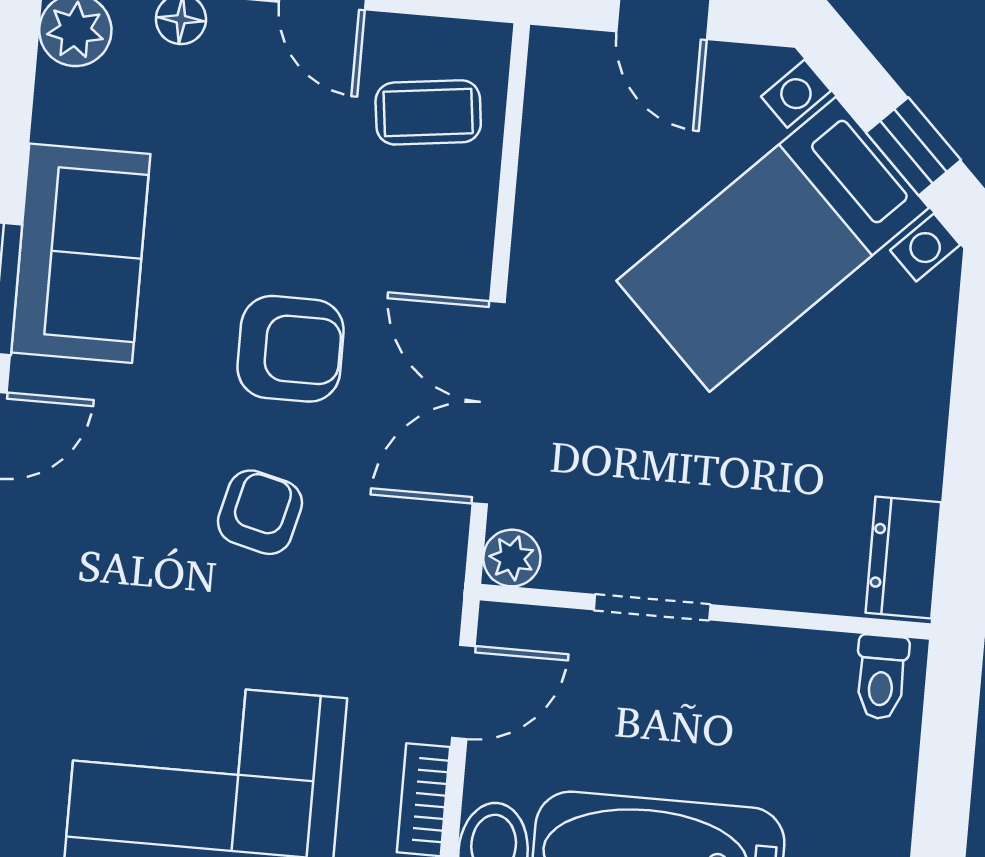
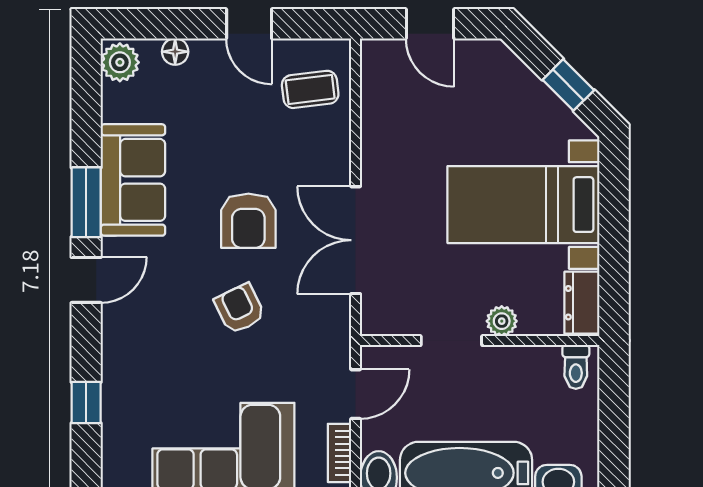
bed with nightstands: (773, 244) -> (523, 205), moved, turned 45
armchair: (291, 349) -> (248, 221), turned 90
armchair: (260, 512) -> (240, 309), turned -40
plant: (512, 558) -> (502, 321), moved

